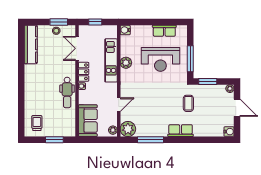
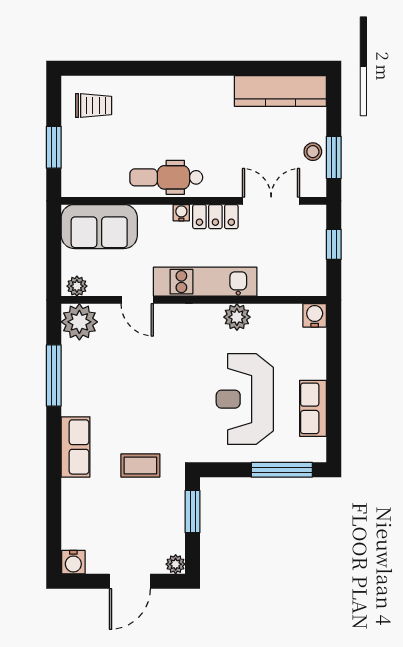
window: (190, 59) -> (282, 470), moved
kitchen unit: (111, 60) -> (205, 282), moved

